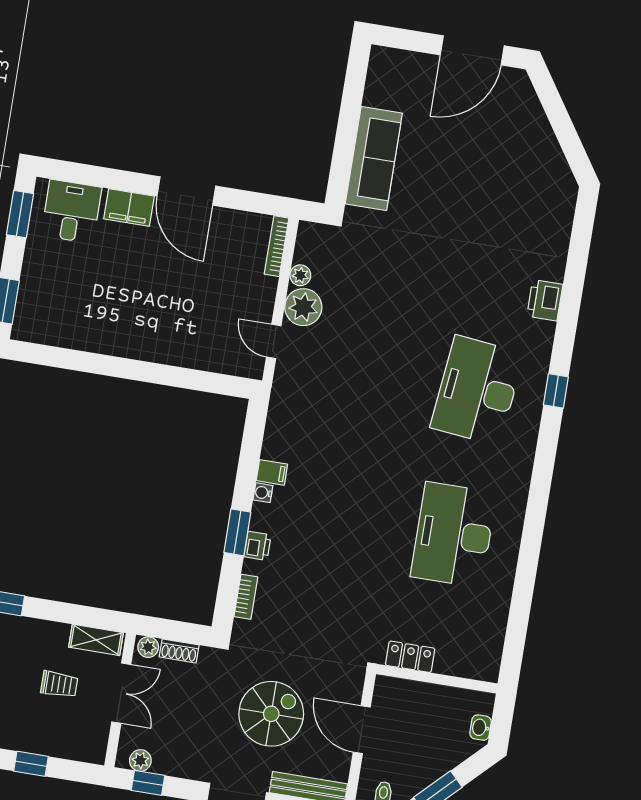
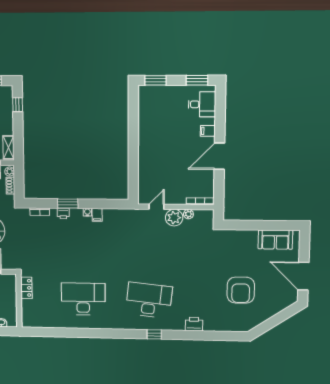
sofa: (374, 158) -> (275, 240), moved, width x0.73
armchair: (483, 188) -> (241, 290), added
filing cabinet: (129, 207) -> (208, 131), width x0.50

